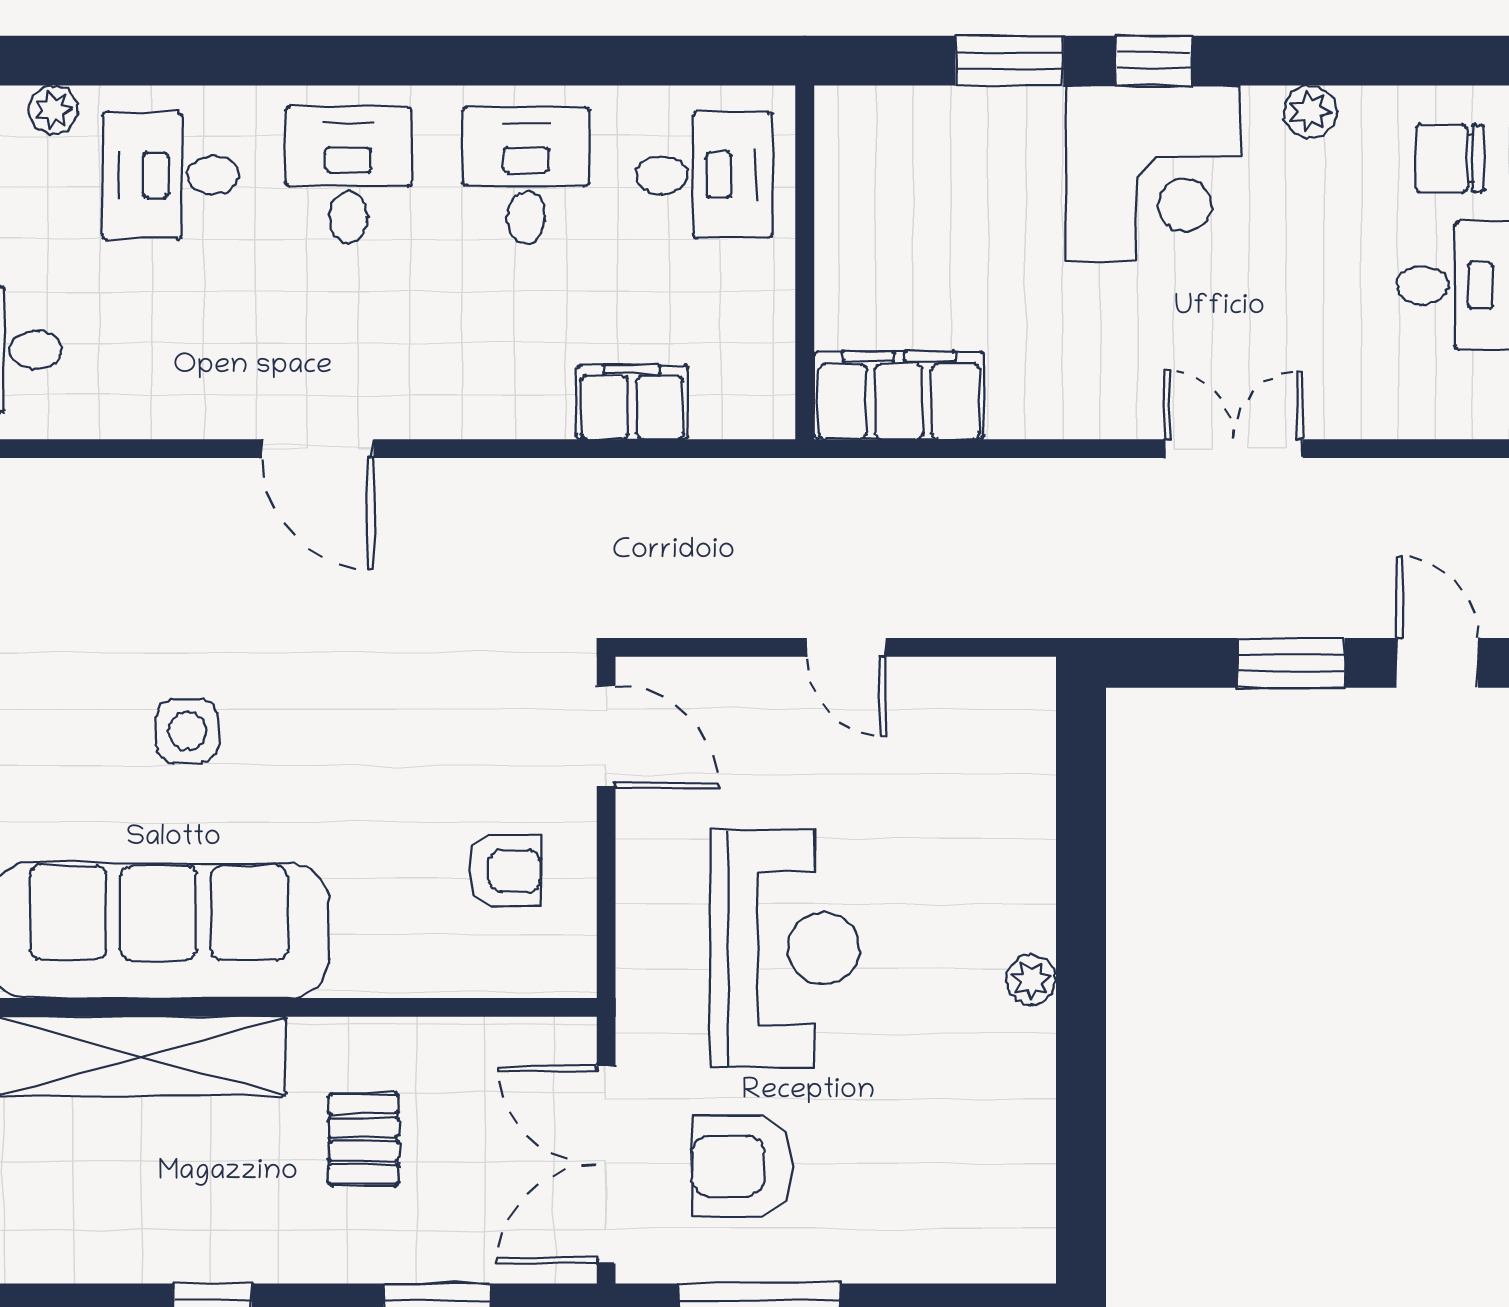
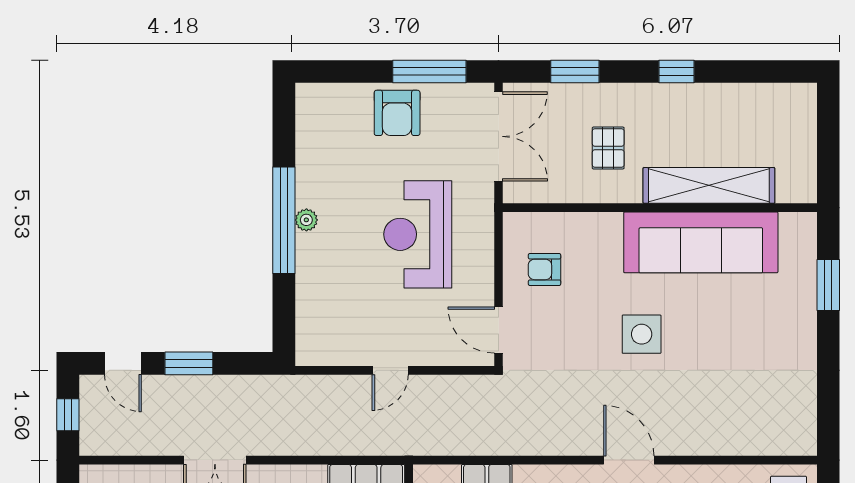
door: (846, 647) -> (390, 370), swing flipped
side table: (187, 731) -> (642, 334), moved, width x1.37, depth x1.37
window: (1081, 979) -> (284, 220), added
armchair: (742, 1166) -> (397, 113), moved, turned 90

